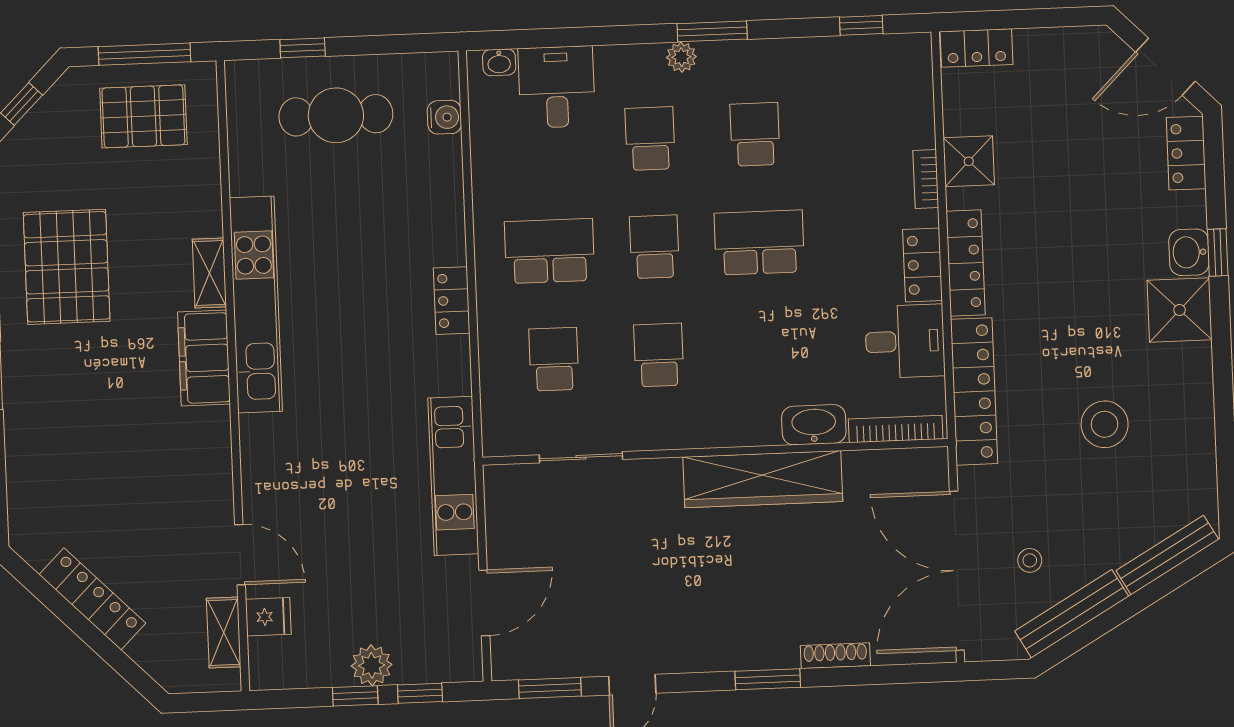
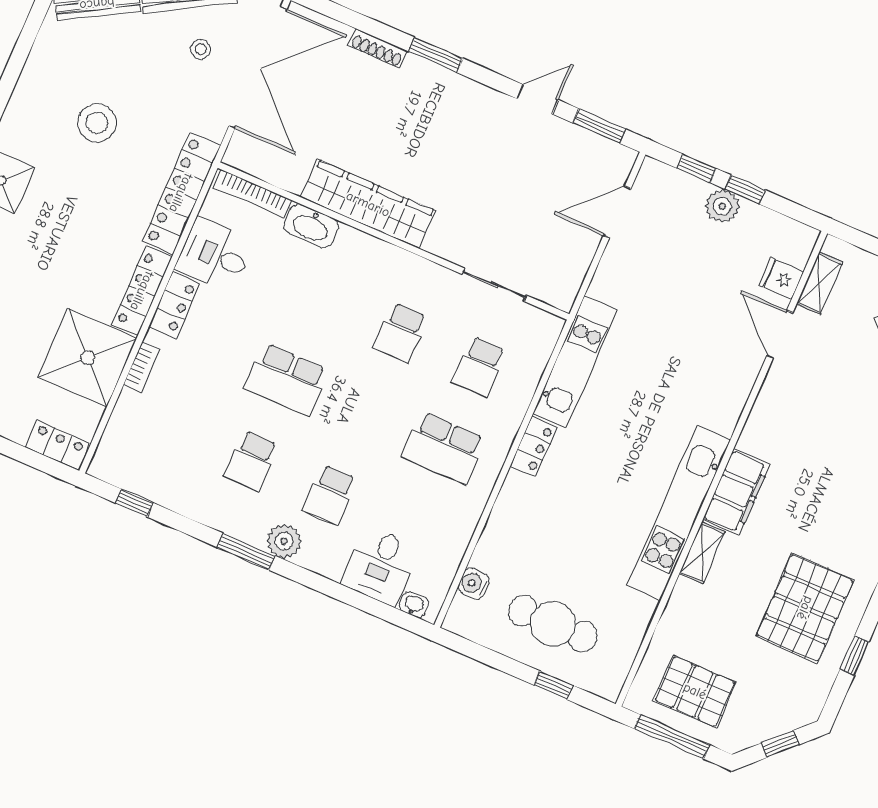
plant: (681, 57) -> (284, 541), width x1.38, depth x1.38
shower: (969, 161) -> (88, 358), width x1.86, depth x1.86
school desk: (654, 247) -> (365, 414), removed
kitchen unit: (453, 476) -> (575, 362), moved

